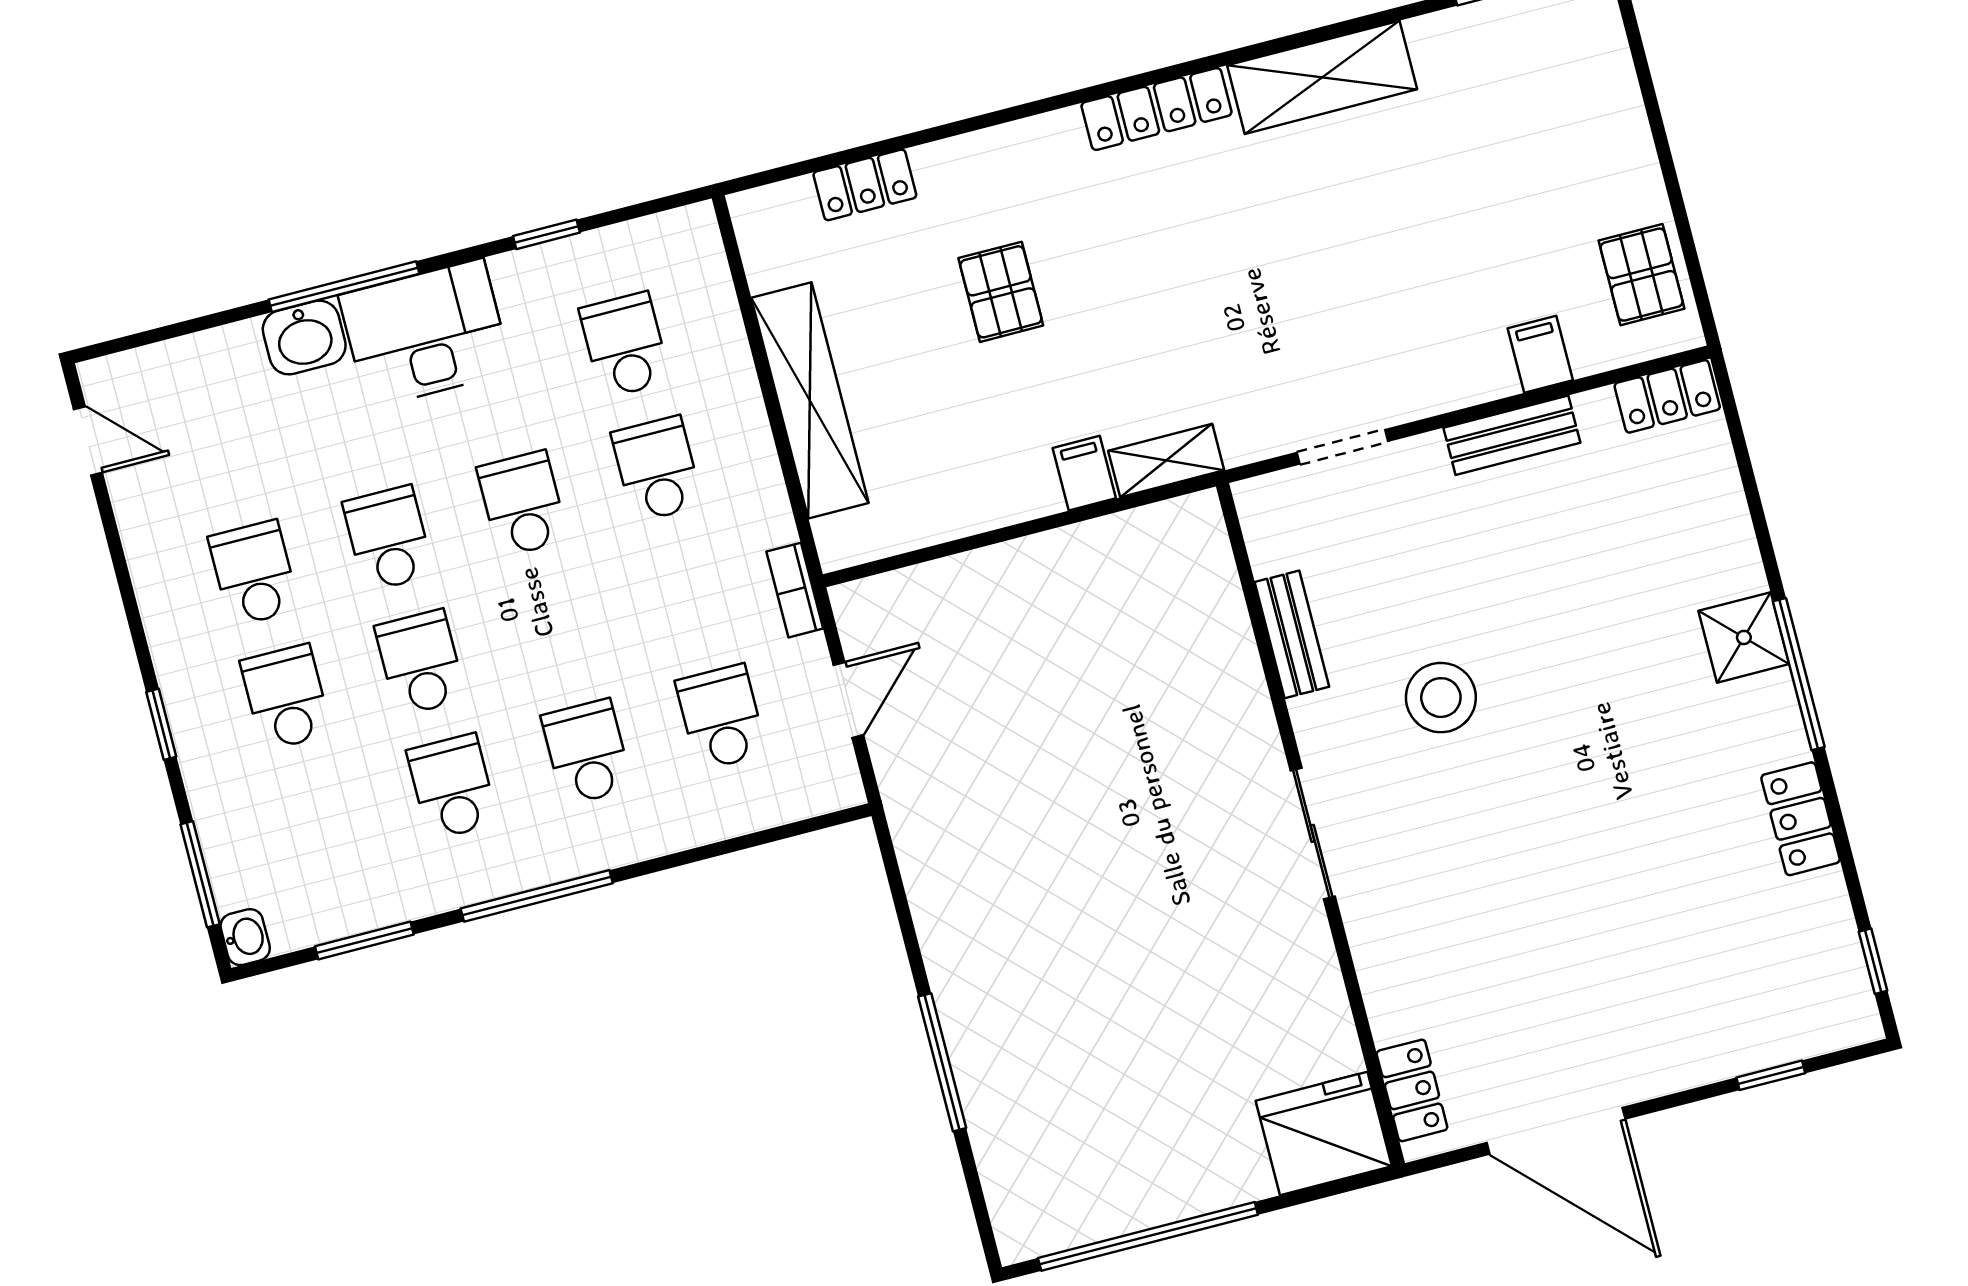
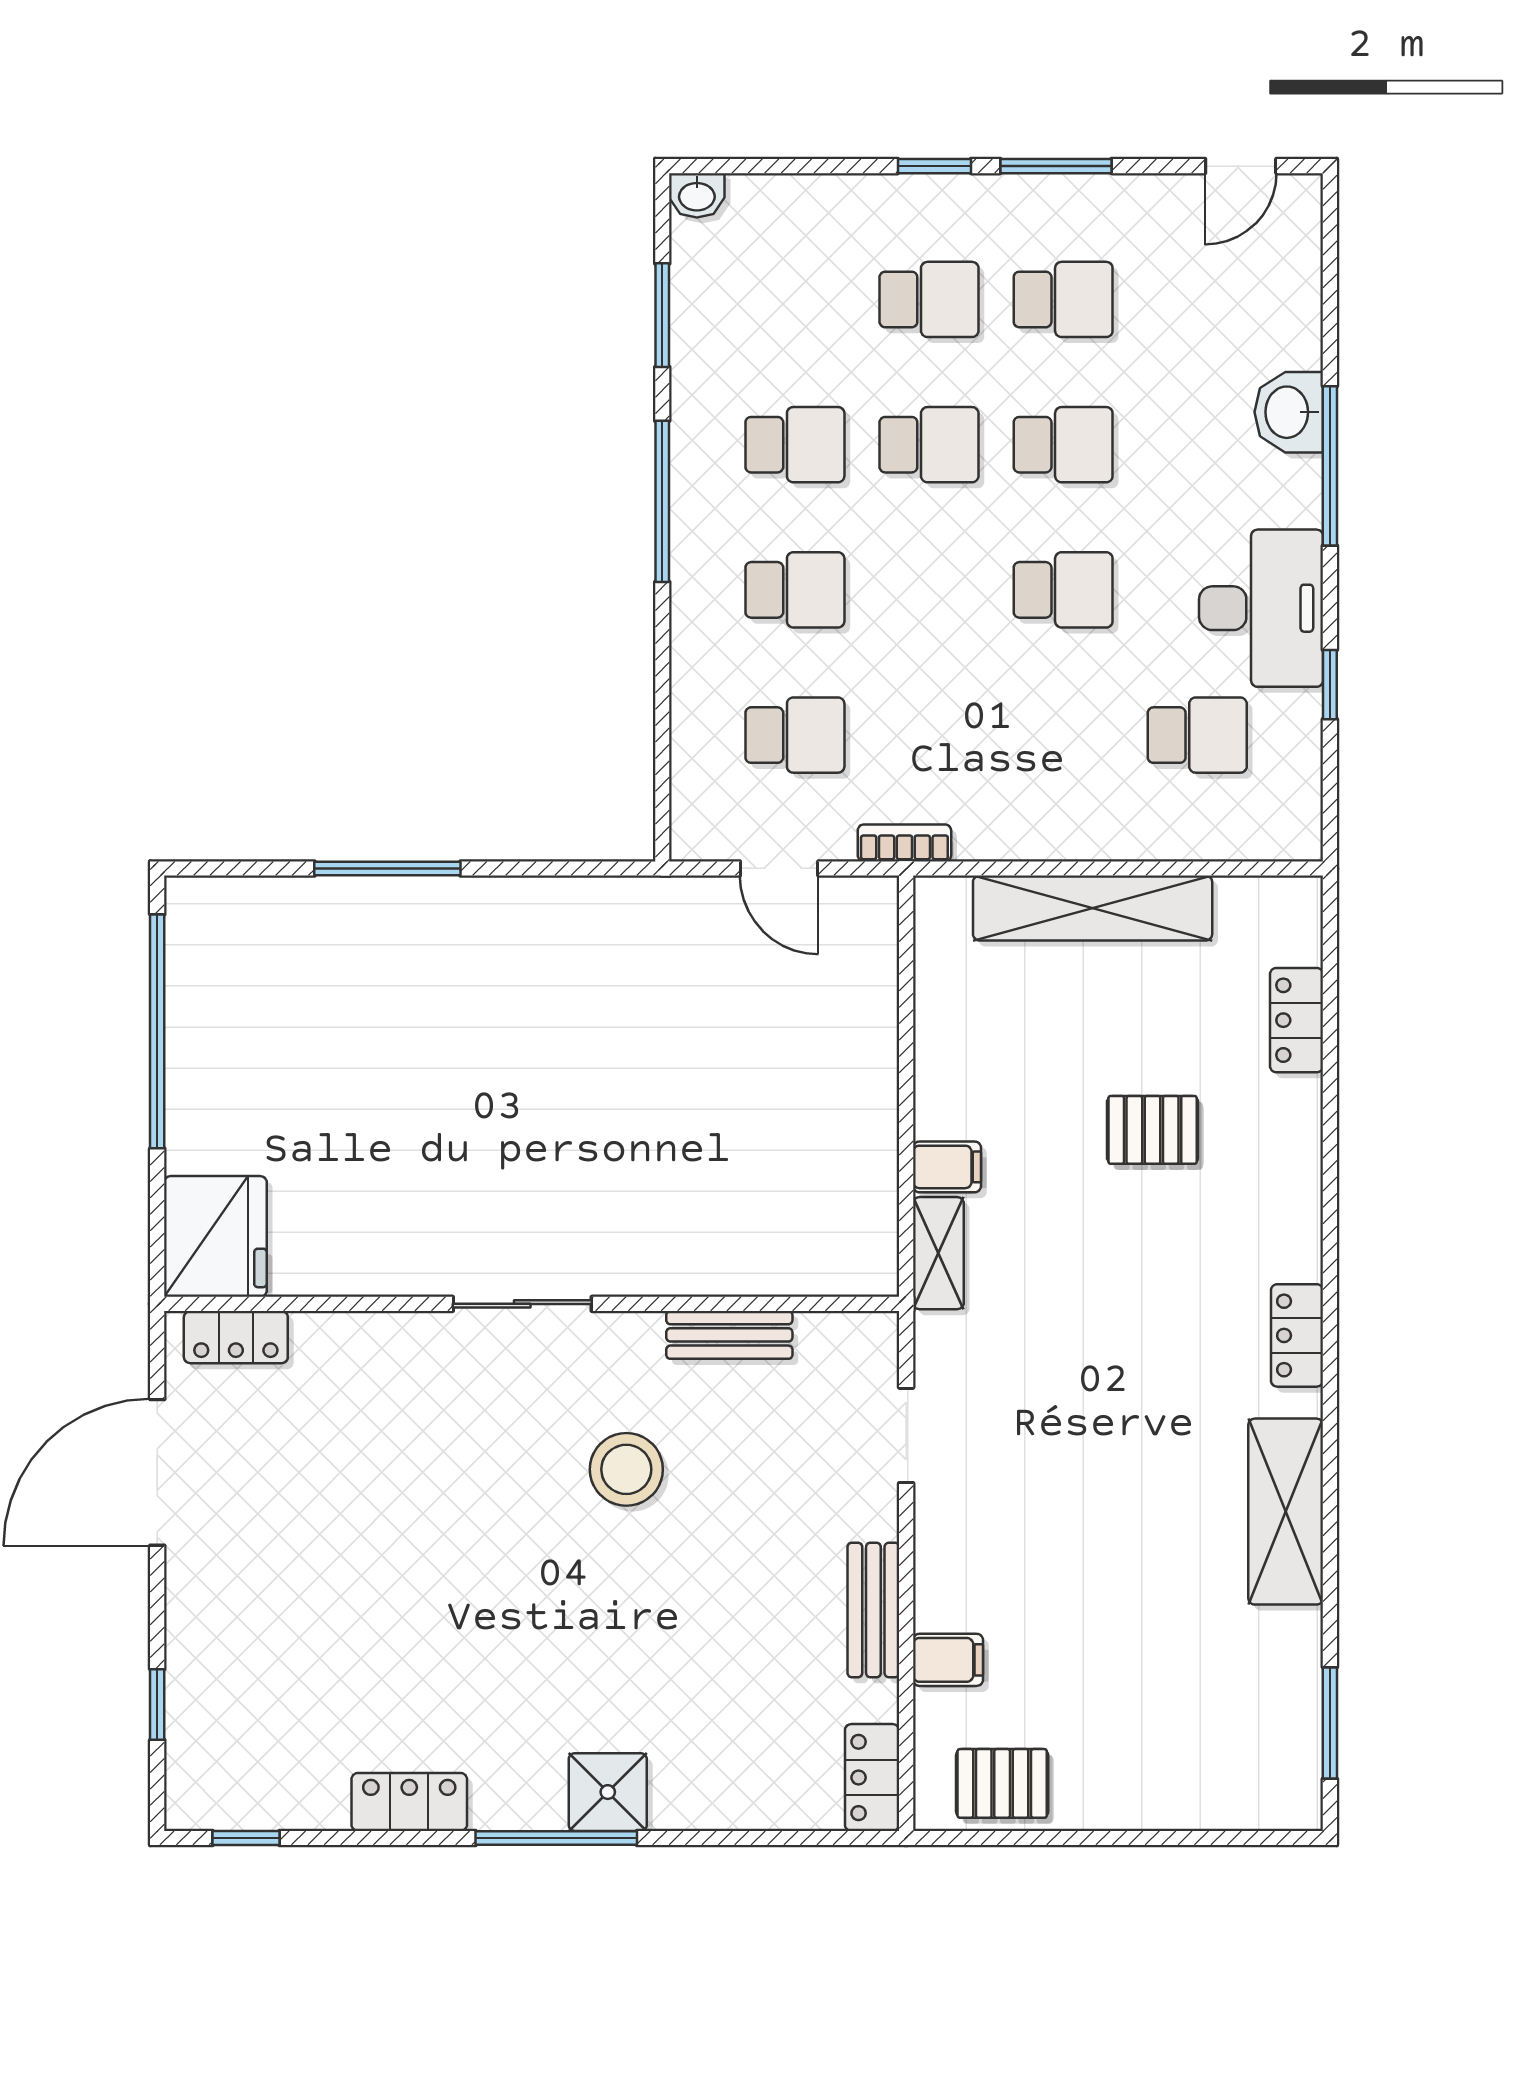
locker: (1157, 109) -> (1297, 1335), width x0.66
desk: (425, 334) -> (1261, 608), moved
school desk: (657, 469) -> (1063, 735), removed
window: (200, 874) -> (1056, 166), moved

